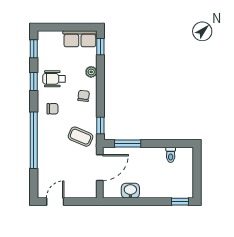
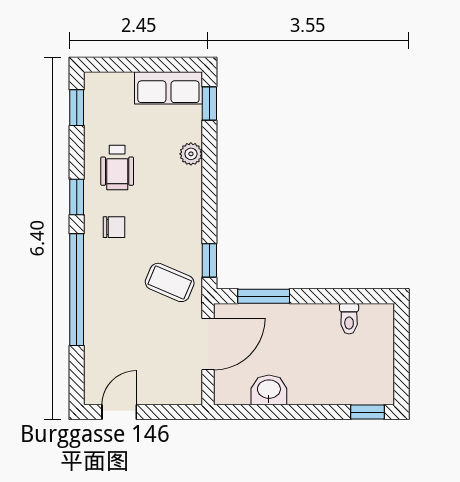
wheelchair: (54, 79) -> (117, 168), turned -90
window: (34, 81) -> (77, 197), moved
chair: (84, 96) -> (176, 201), removed

